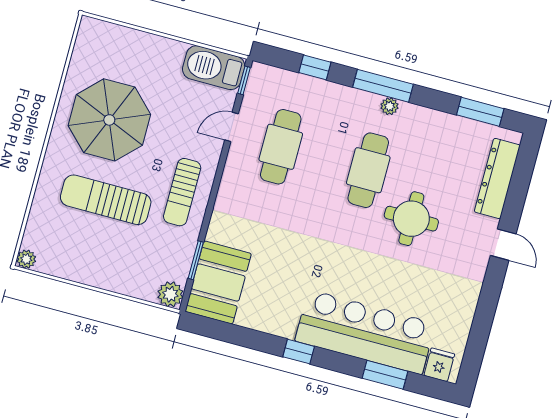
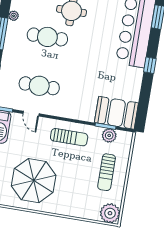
plant: (389, 106) -> (14, 16), moved
sun lounger: (106, 200) -> (107, 172), moved, width x0.73, depth x0.75
plant: (26, 259) -> (110, 213), width x1.87, depth x1.87
plant: (170, 294) -> (109, 135), moved

